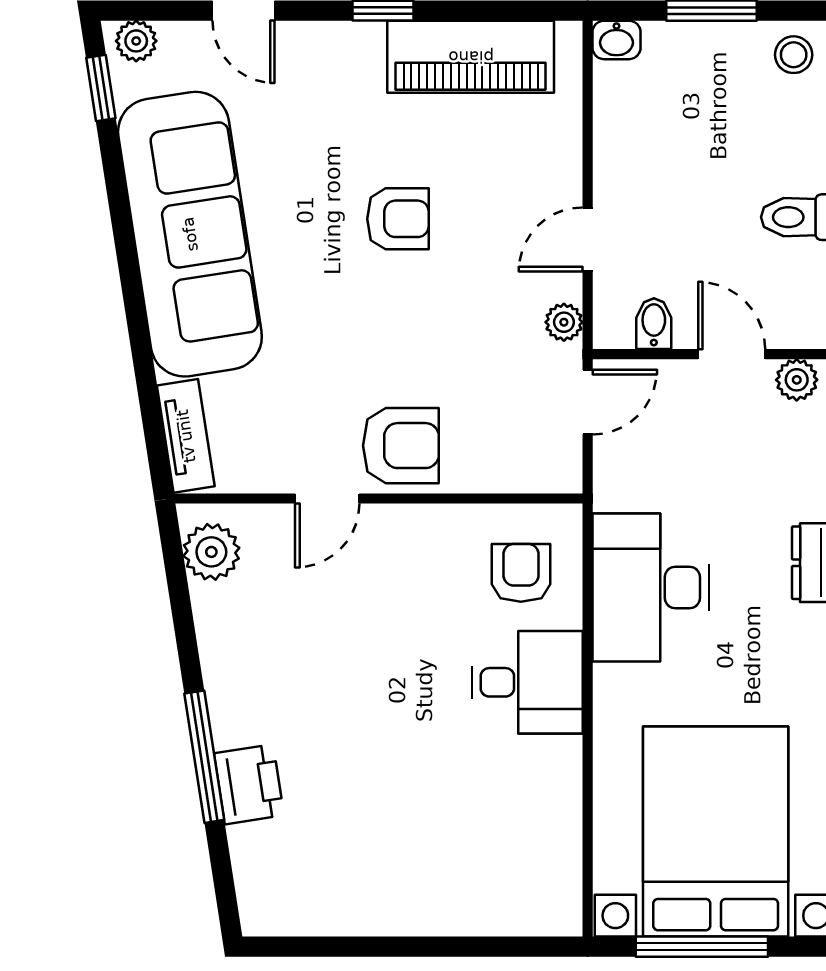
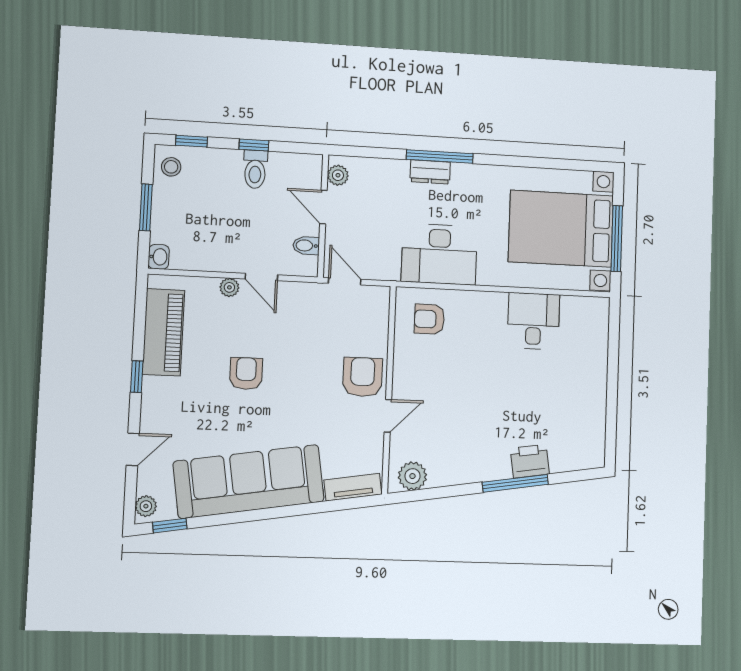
plant: (564, 322) -> (229, 287), moved
door: (732, 354) -> (323, 207), hinge flipped
door: (327, 499) -> (388, 416), hinge flipped
desk: (527, 682) -> (533, 321), moved

